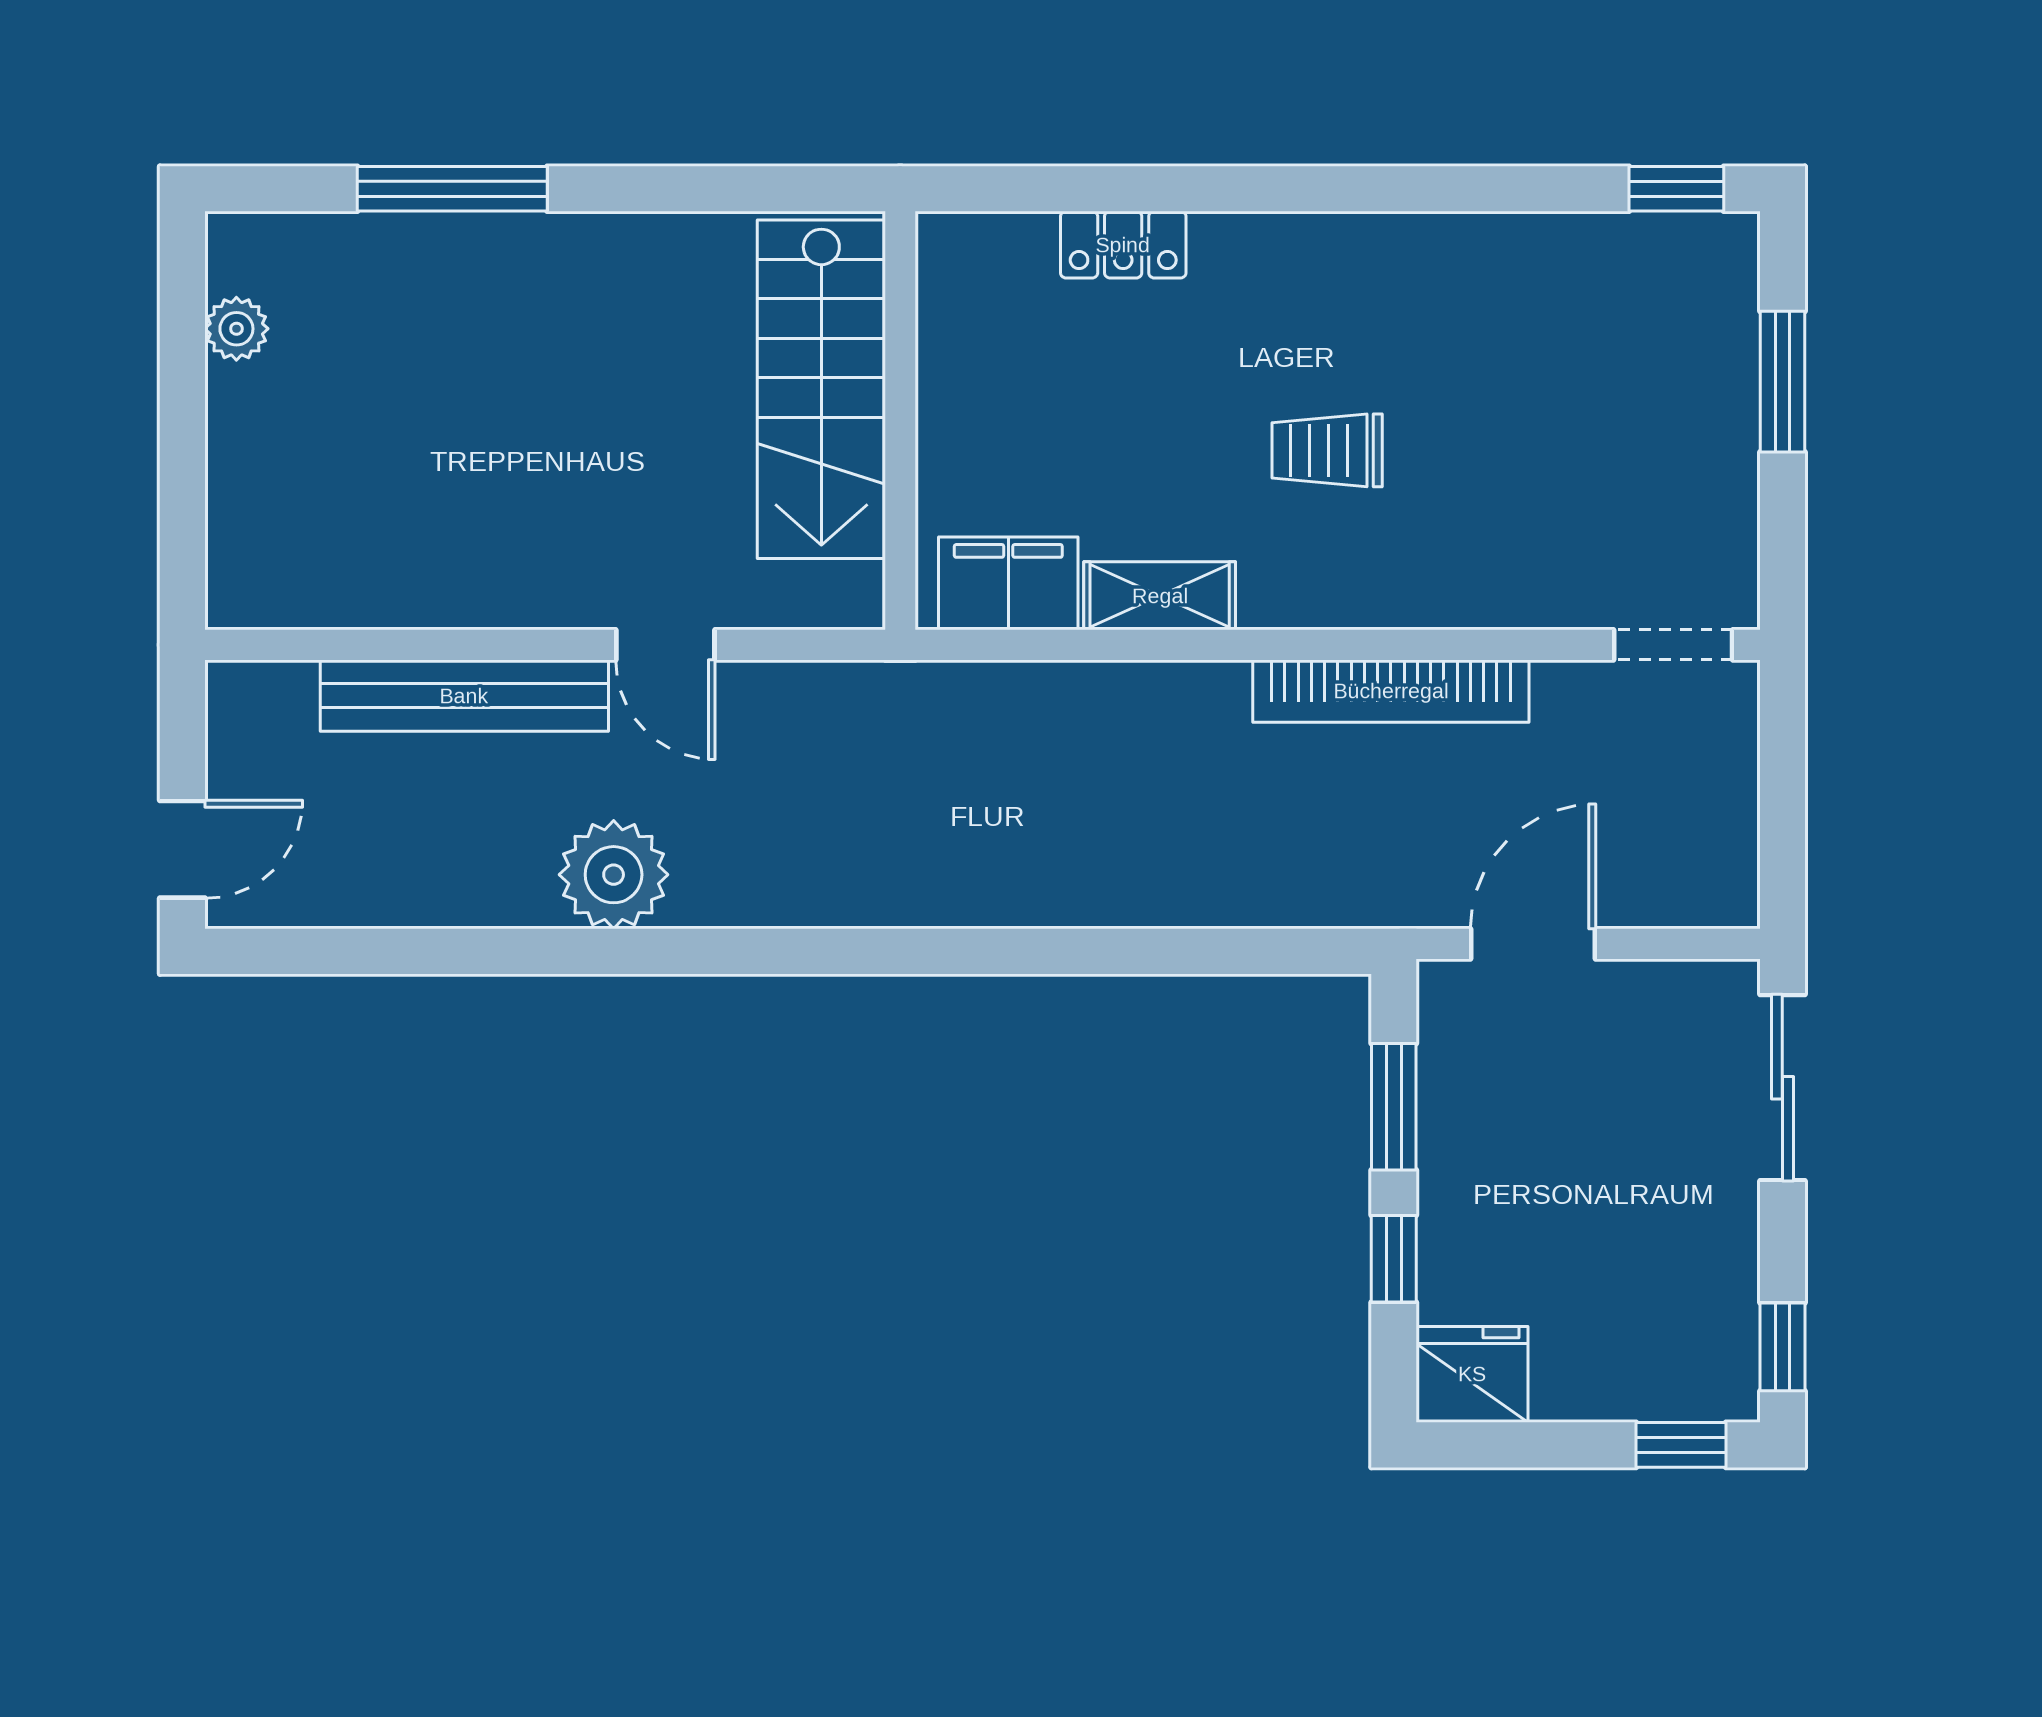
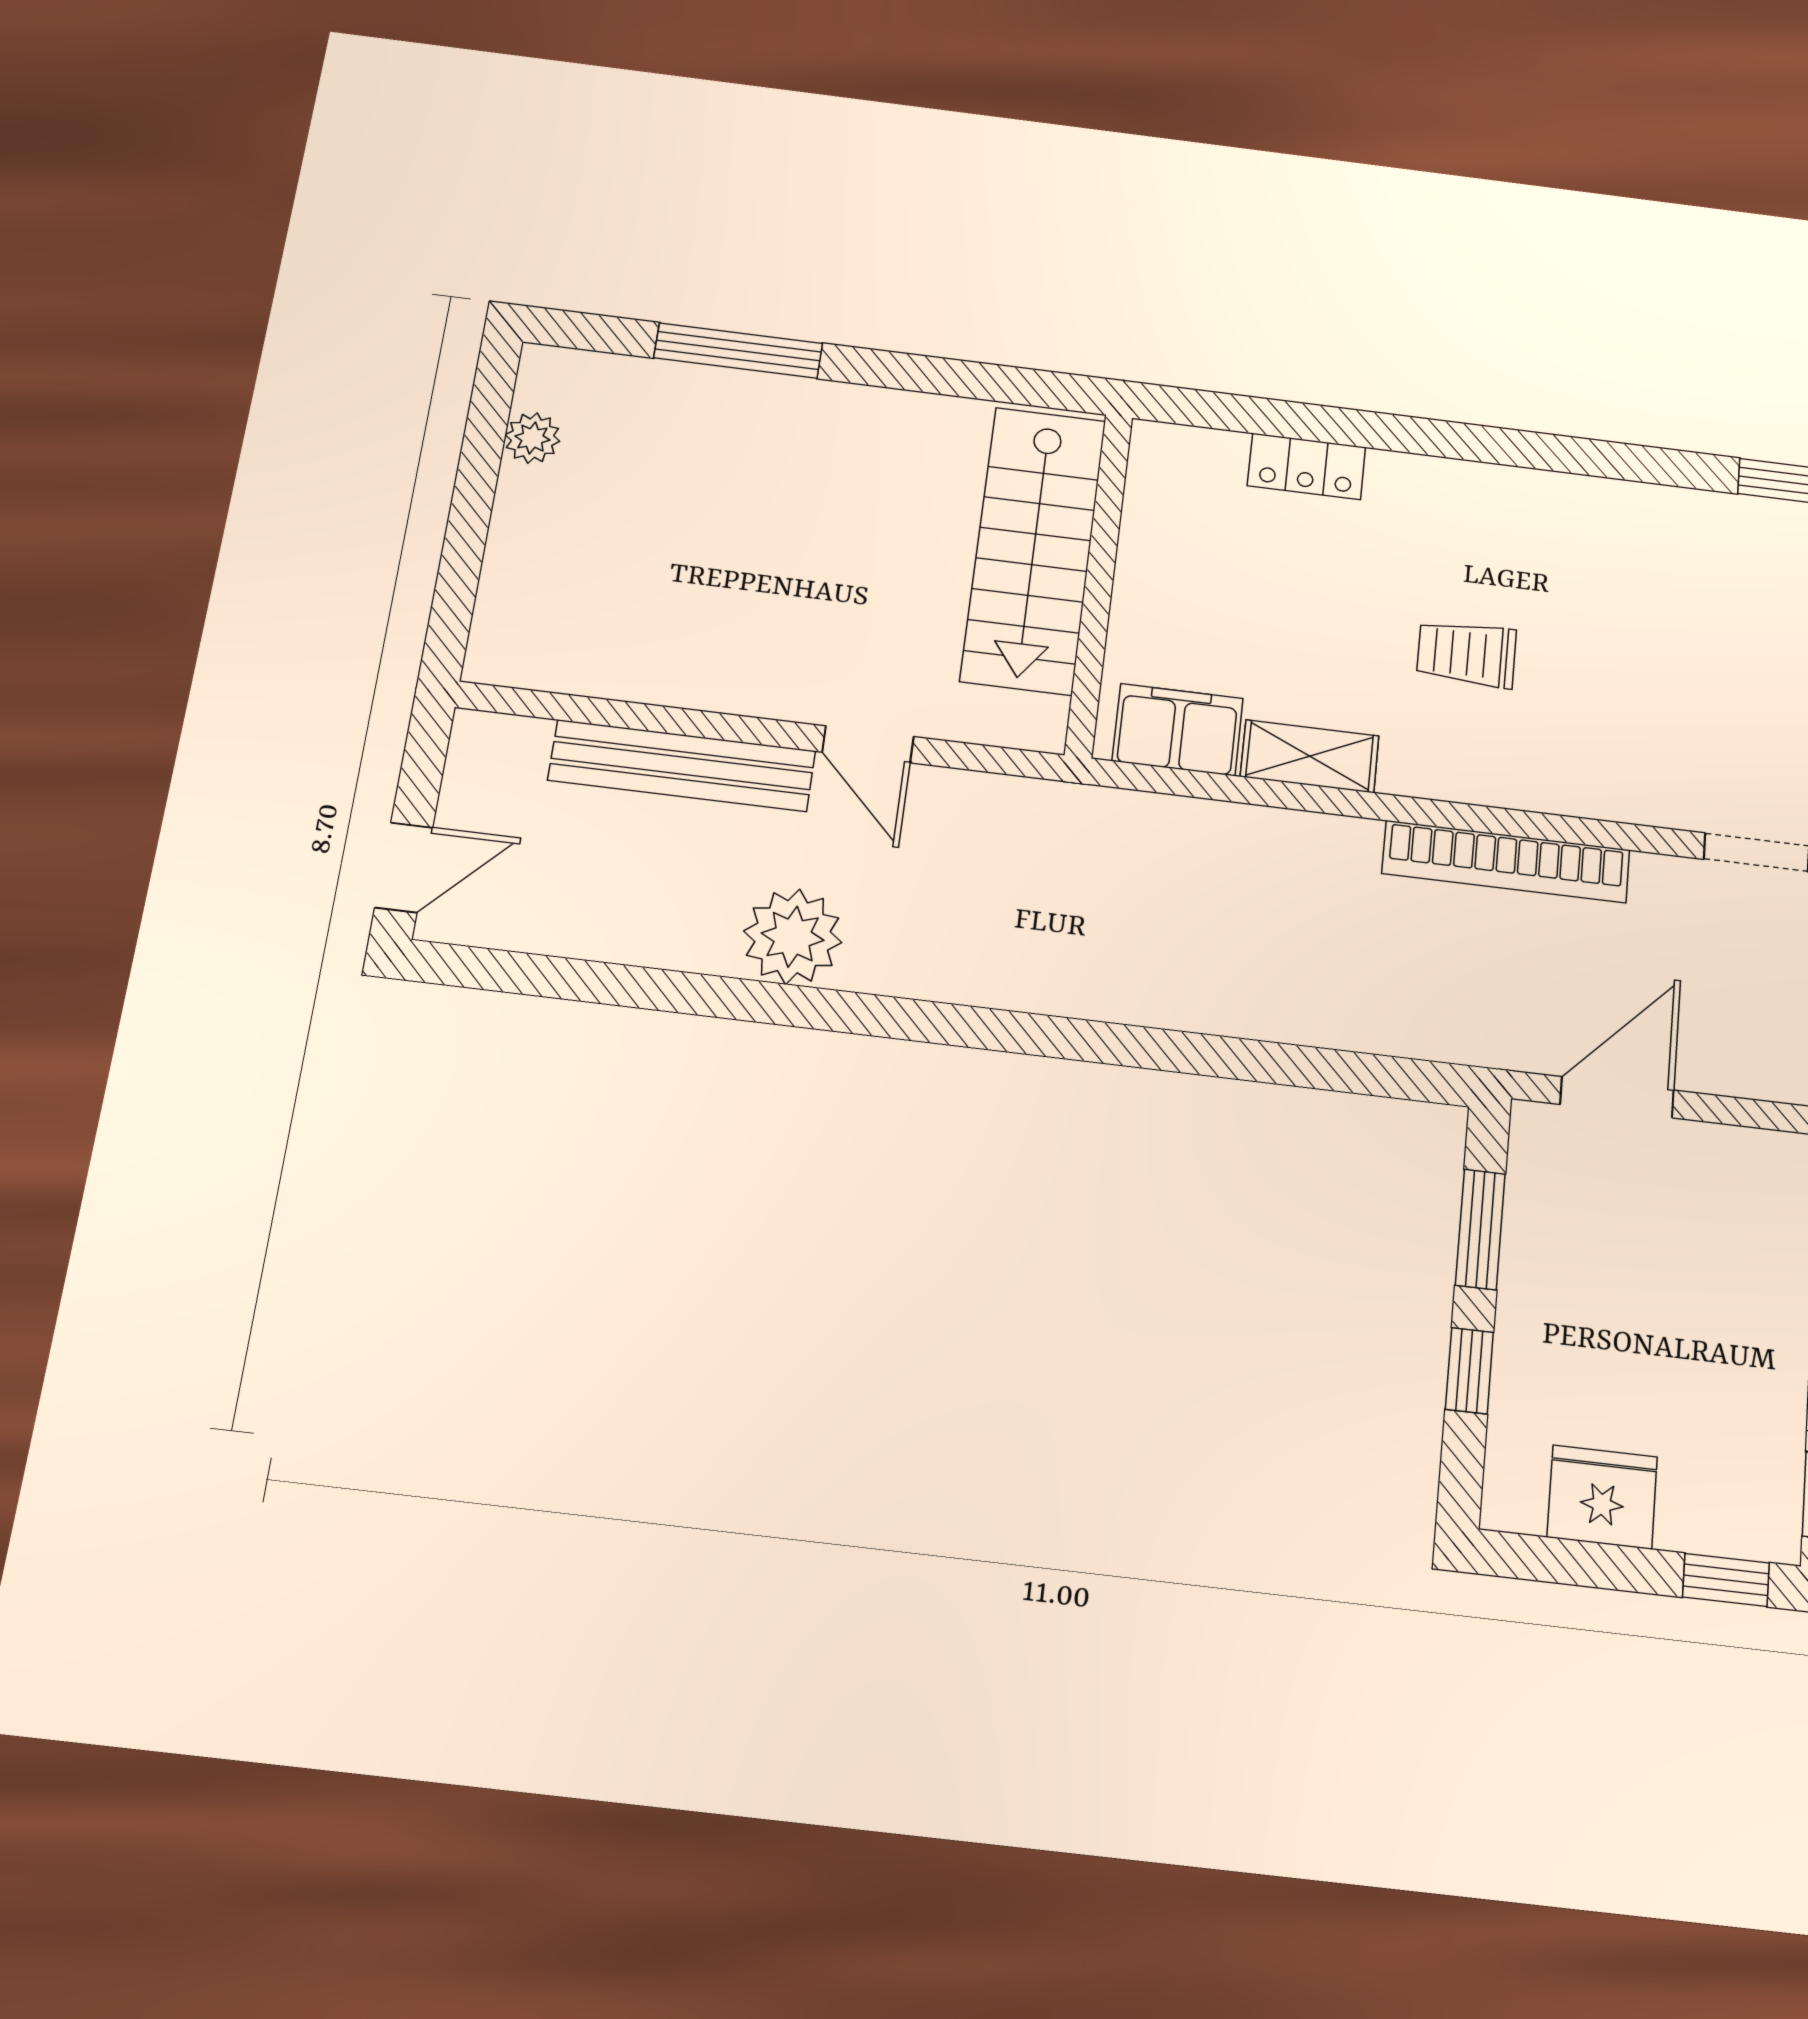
fridge: (1472, 1374) -> (1602, 1497), moved

